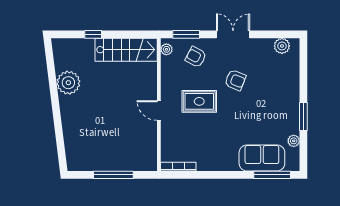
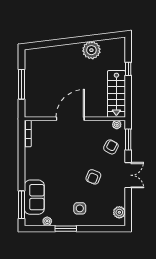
side table: (277, 98) -> (80, 208), added
rug: (199, 101) -> (77, 149), removed
door: (159, 111) -> (70, 119), width x1.88

